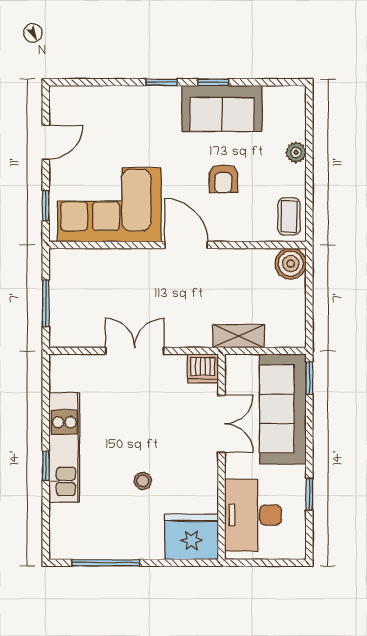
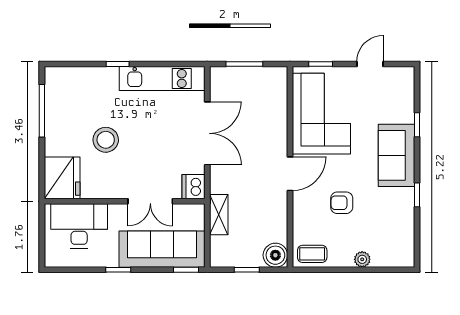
window: (161, 82) -> (417, 125), moved
sofa: (222, 108) -> (397, 155), moved
door: (46, 142) -> (370, 64), swing flipped
window: (309, 300) -> (247, 270), added
double door: (135, 351) -> (207, 133), width x1.37
kitchen unit: (64, 447) -> (162, 79), moved
stool: (143, 481) -> (106, 140), width x1.89, depth x1.89
window: (309, 494) -> (118, 270), moved

